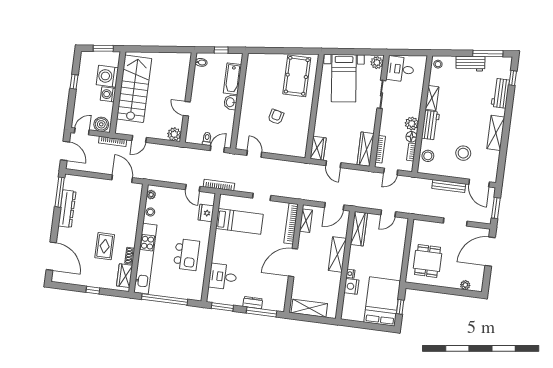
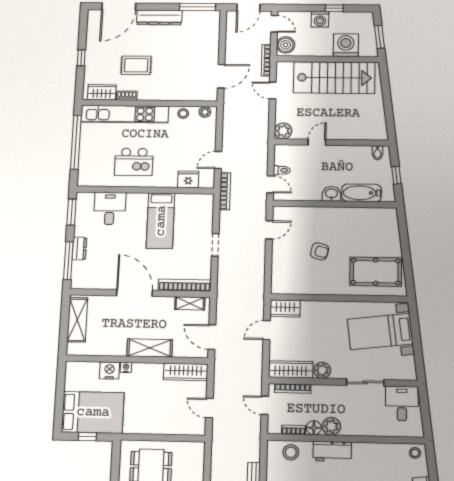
plant: (377, 63) -> (322, 370), moved
washing machine: (108, 94) -> (320, 19), moved, turned 180
shelving: (432, 98) -> (369, 450), removed
dresser: (67, 209) -> (159, 17), moved
bed: (239, 221) -> (161, 221), moved

